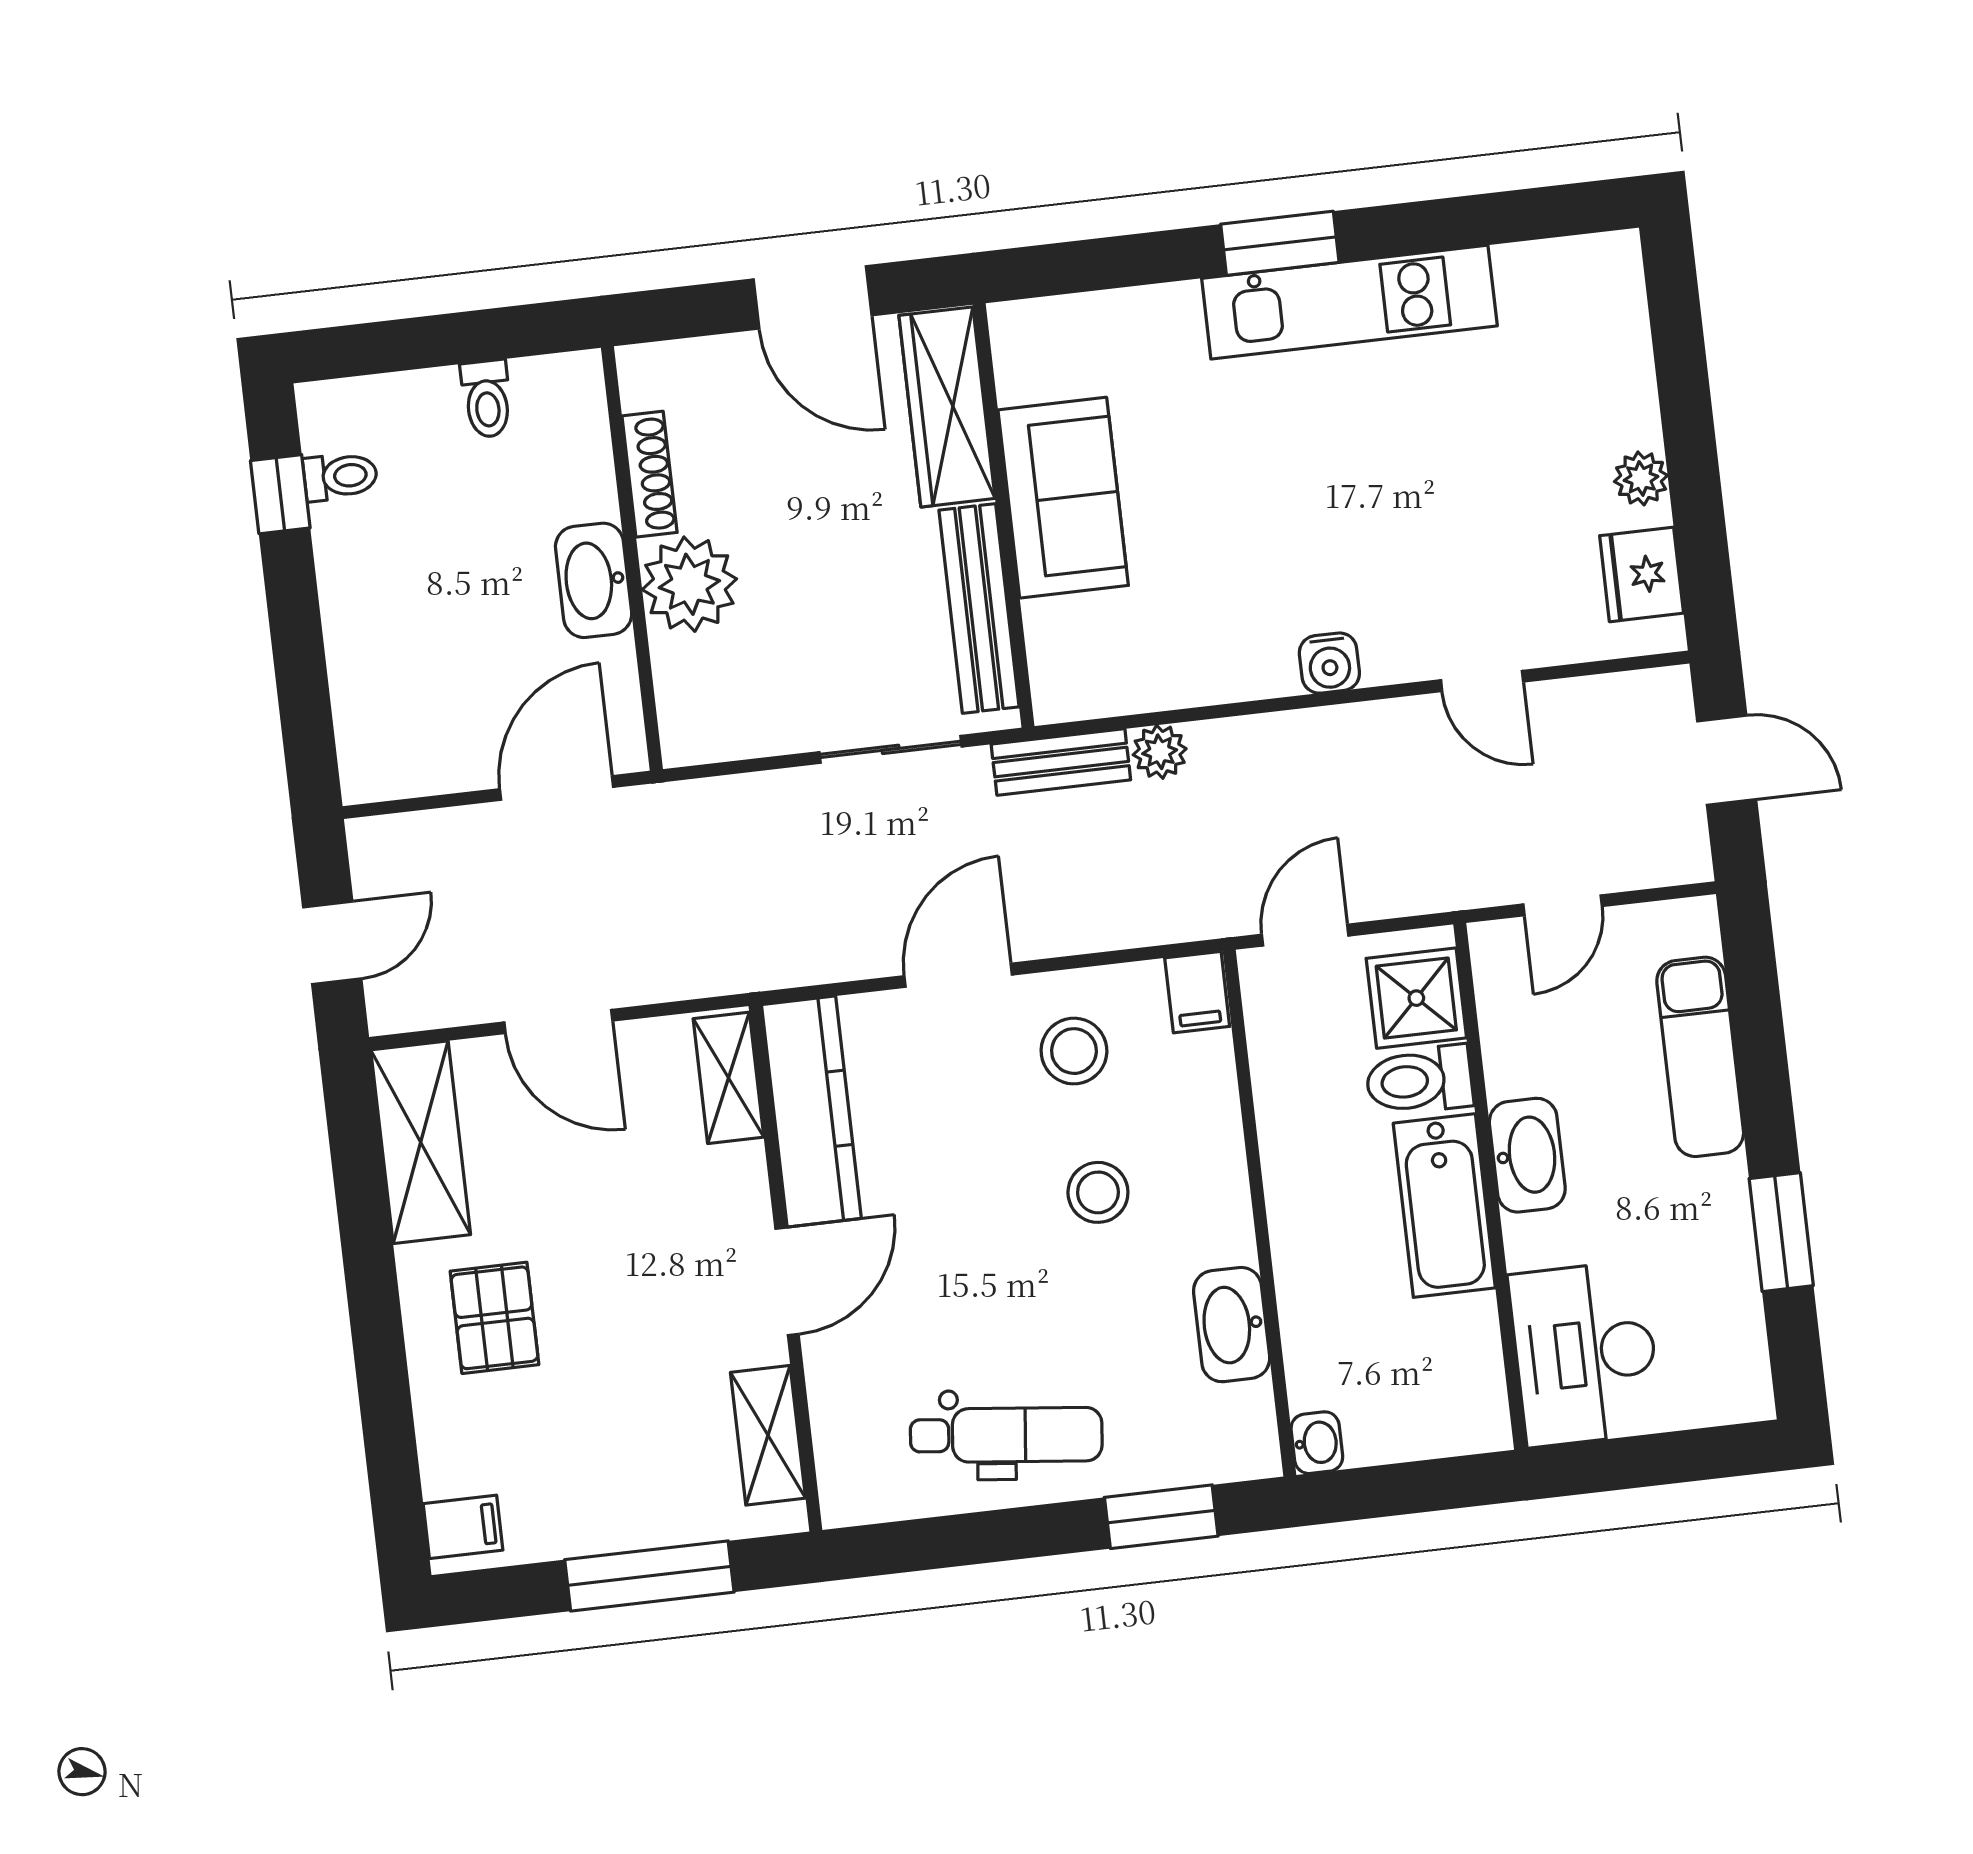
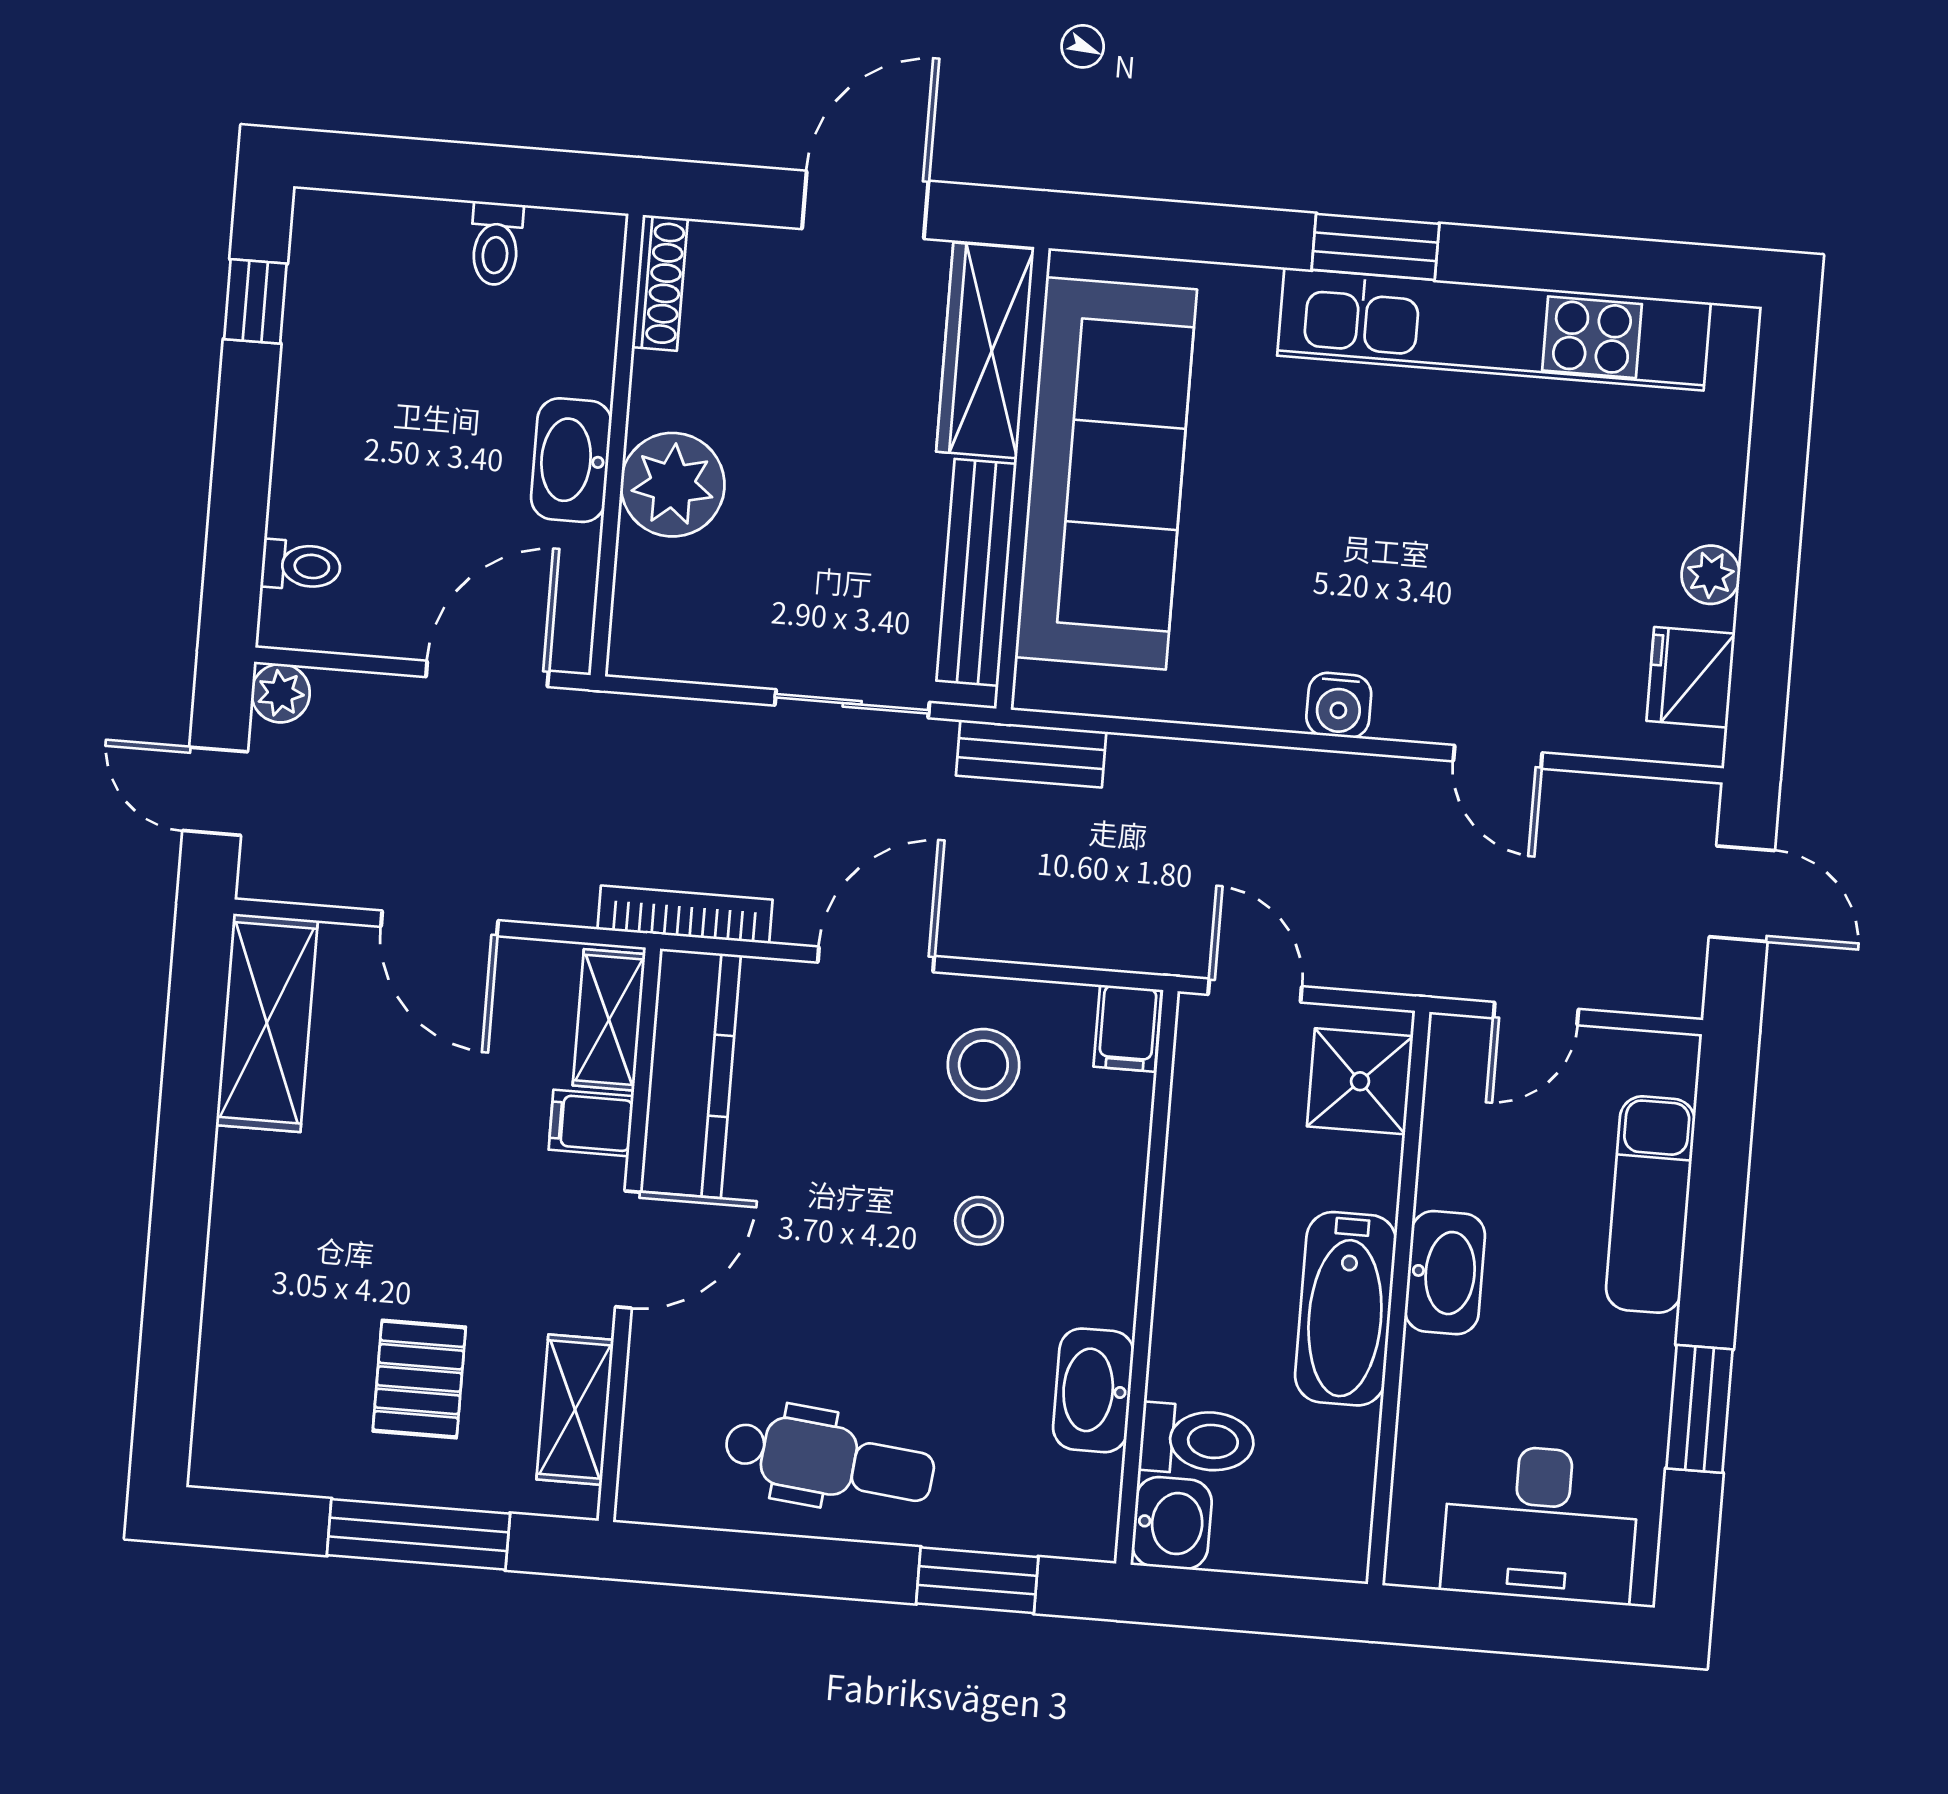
door: (813, 297) -> (865, 205), swing flipped
kitchen unit: (1349, 302) -> (1494, 329), width x1.36
shoe rack: (650, 474) -> (660, 283), moved
toilet: (340, 476) -> (301, 566), moved
sofa: (1063, 498) -> (1106, 473), width x1.85, depth x1.27
plant: (1160, 752) -> (281, 693), moved
door: (1305, 935) -> (1255, 990), hinge flipped
door: (332, 943) -> (215, 791), swing flipped
bookcase: (778, 969) -> (685, 914), added
toilet: (1419, 1080) -> (1197, 1440), moved, turned 180
stool: (1098, 1192) -> (979, 1221), width x0.73, depth x0.73
pallet: (494, 1318) -> (419, 1379), moved
desk: (1585, 1354) -> (1541, 1524), moved, turned -90
washbasin: (1317, 1443) -> (1172, 1523), width x1.38, depth x1.45
filing cabinet: (463, 1527) -> (591, 1123), moved, turned 180

